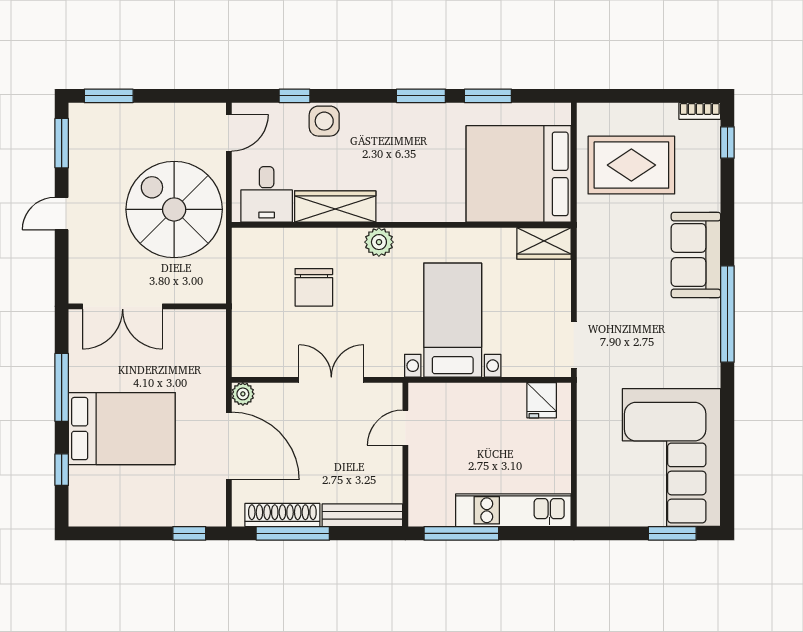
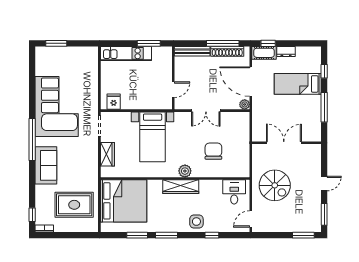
window: (295, 96) -> (212, 235), moved
side table: (324, 121) -> (196, 222), moved
wardrobe: (335, 207) -> (181, 187), moved
spiral stairs: (174, 209) -> (275, 185), width x0.73, depth x0.73
wardrobe: (544, 243) -> (108, 154), moved, turned 90
double door: (123, 306) -> (284, 143), moved
bed: (122, 429) -> (298, 84), width x0.67
corner sofa: (672, 457) -> (57, 106), moved
cot: (199, 512) -> (264, 53), added
dresser: (148, 515) -> (286, 51), added
window: (461, 533) -> (149, 43), width x0.69

